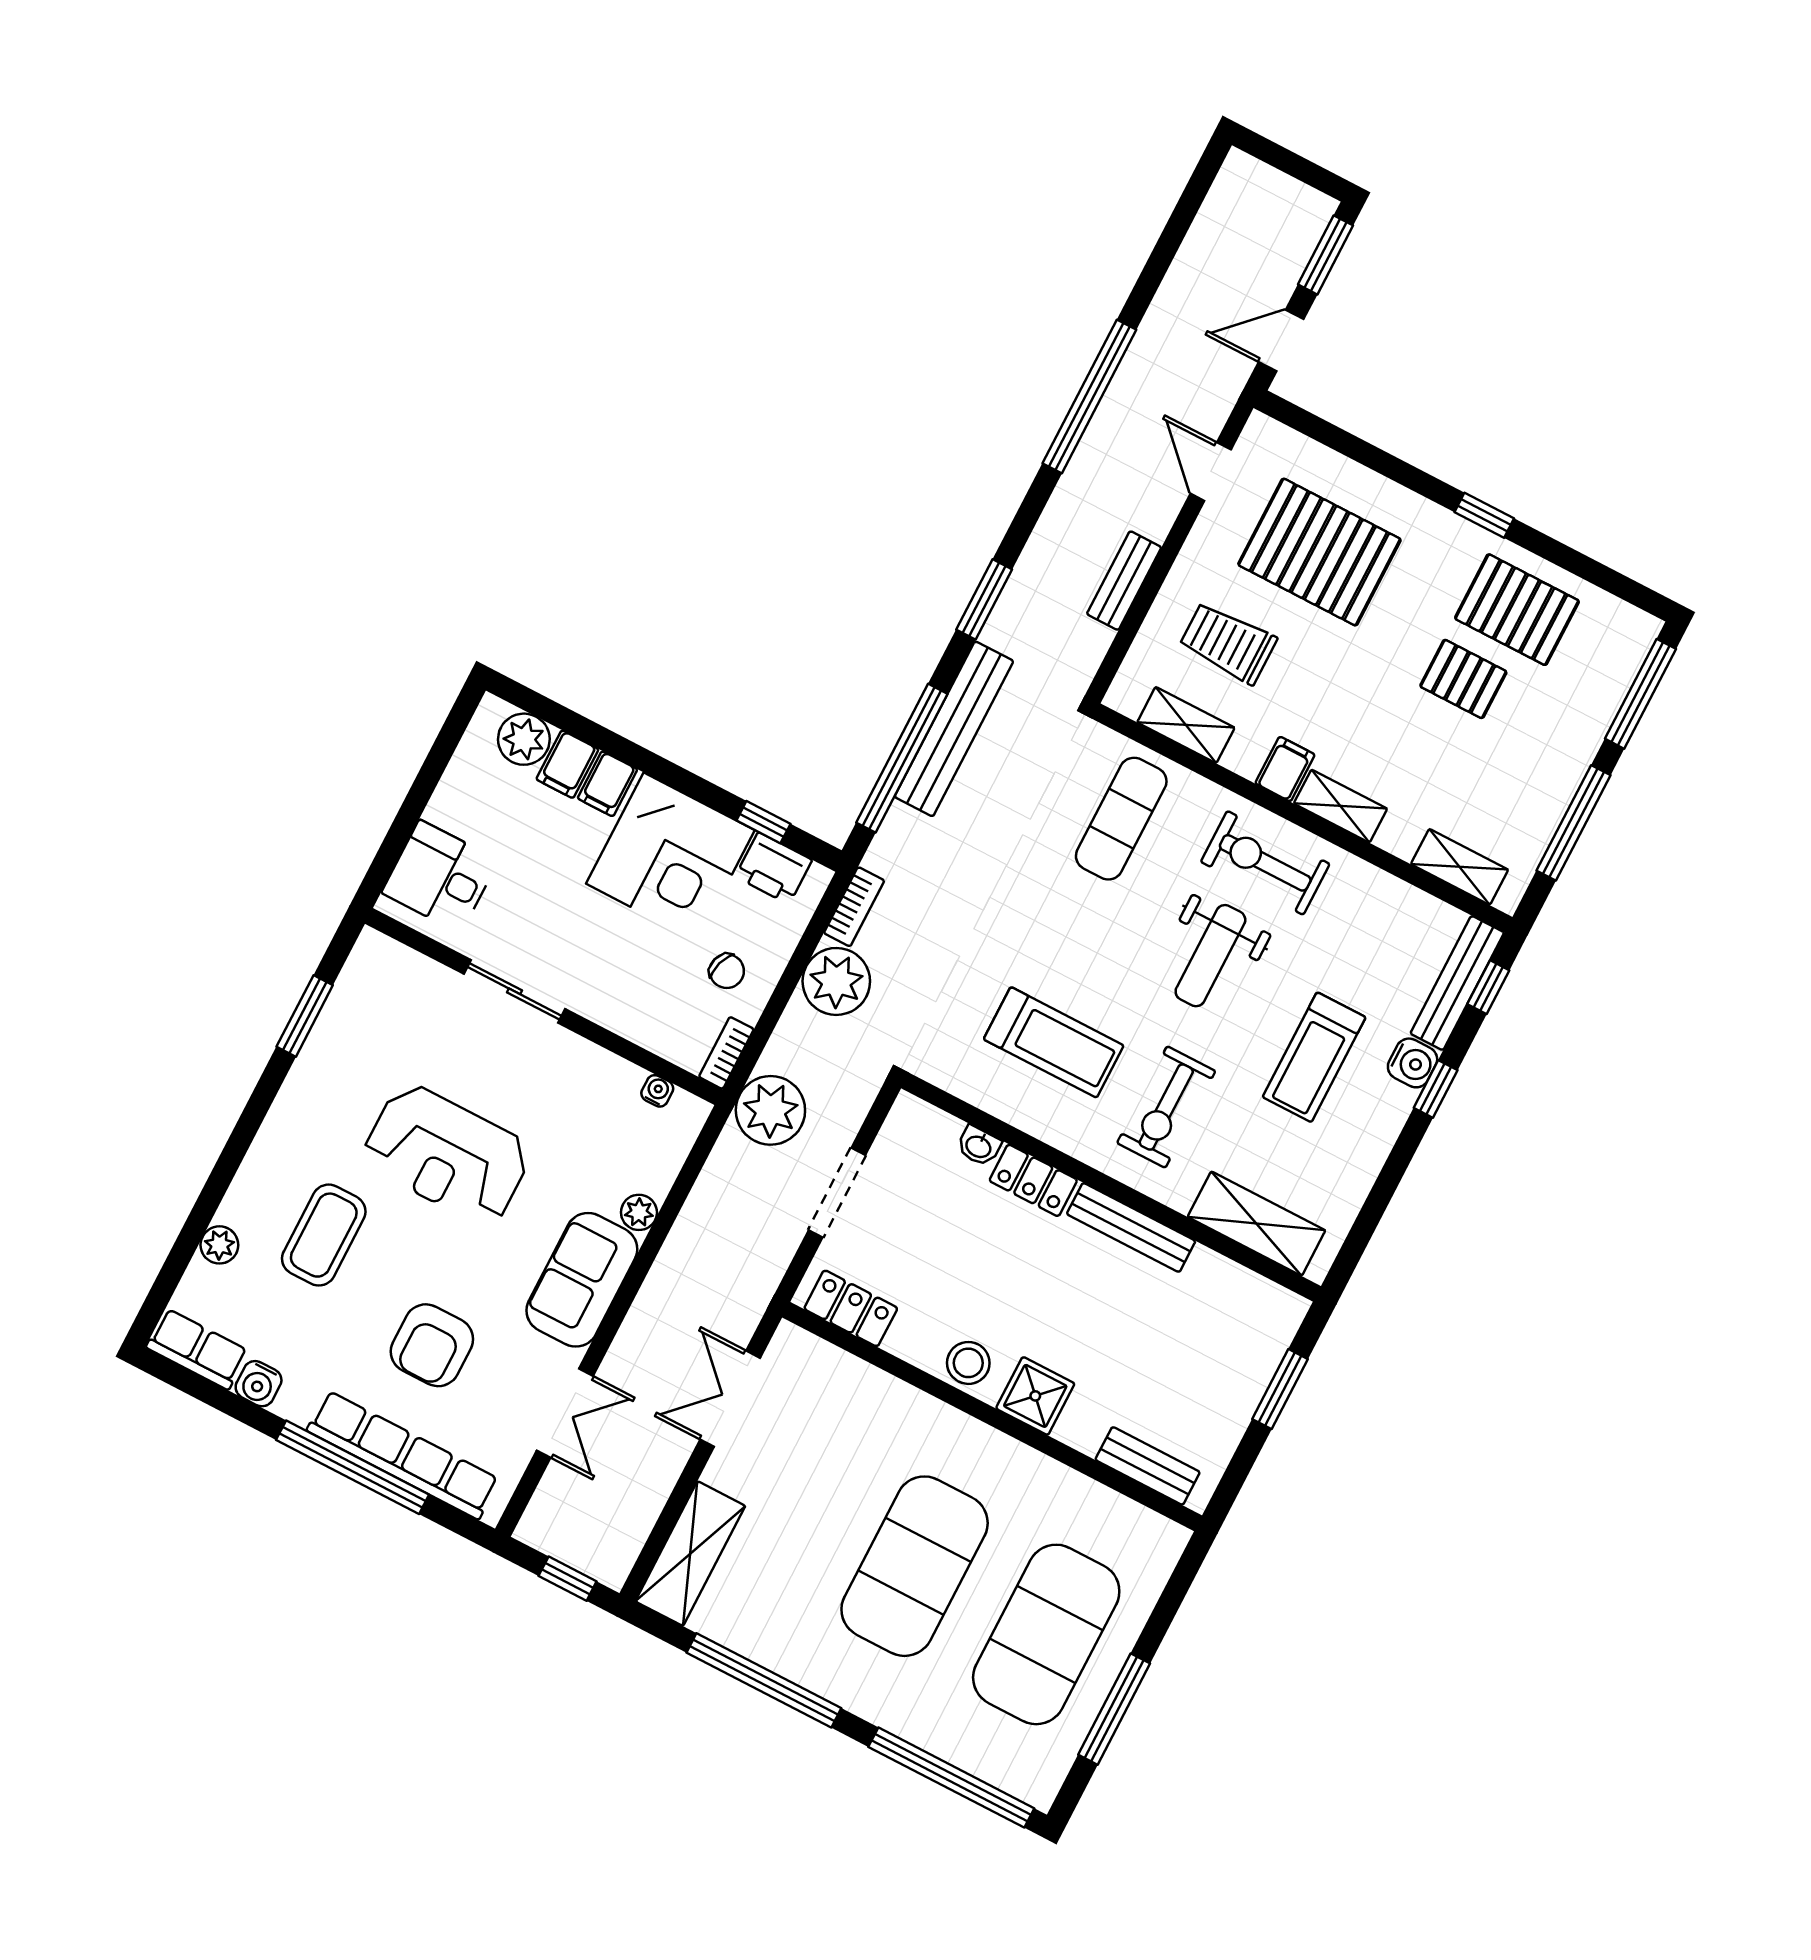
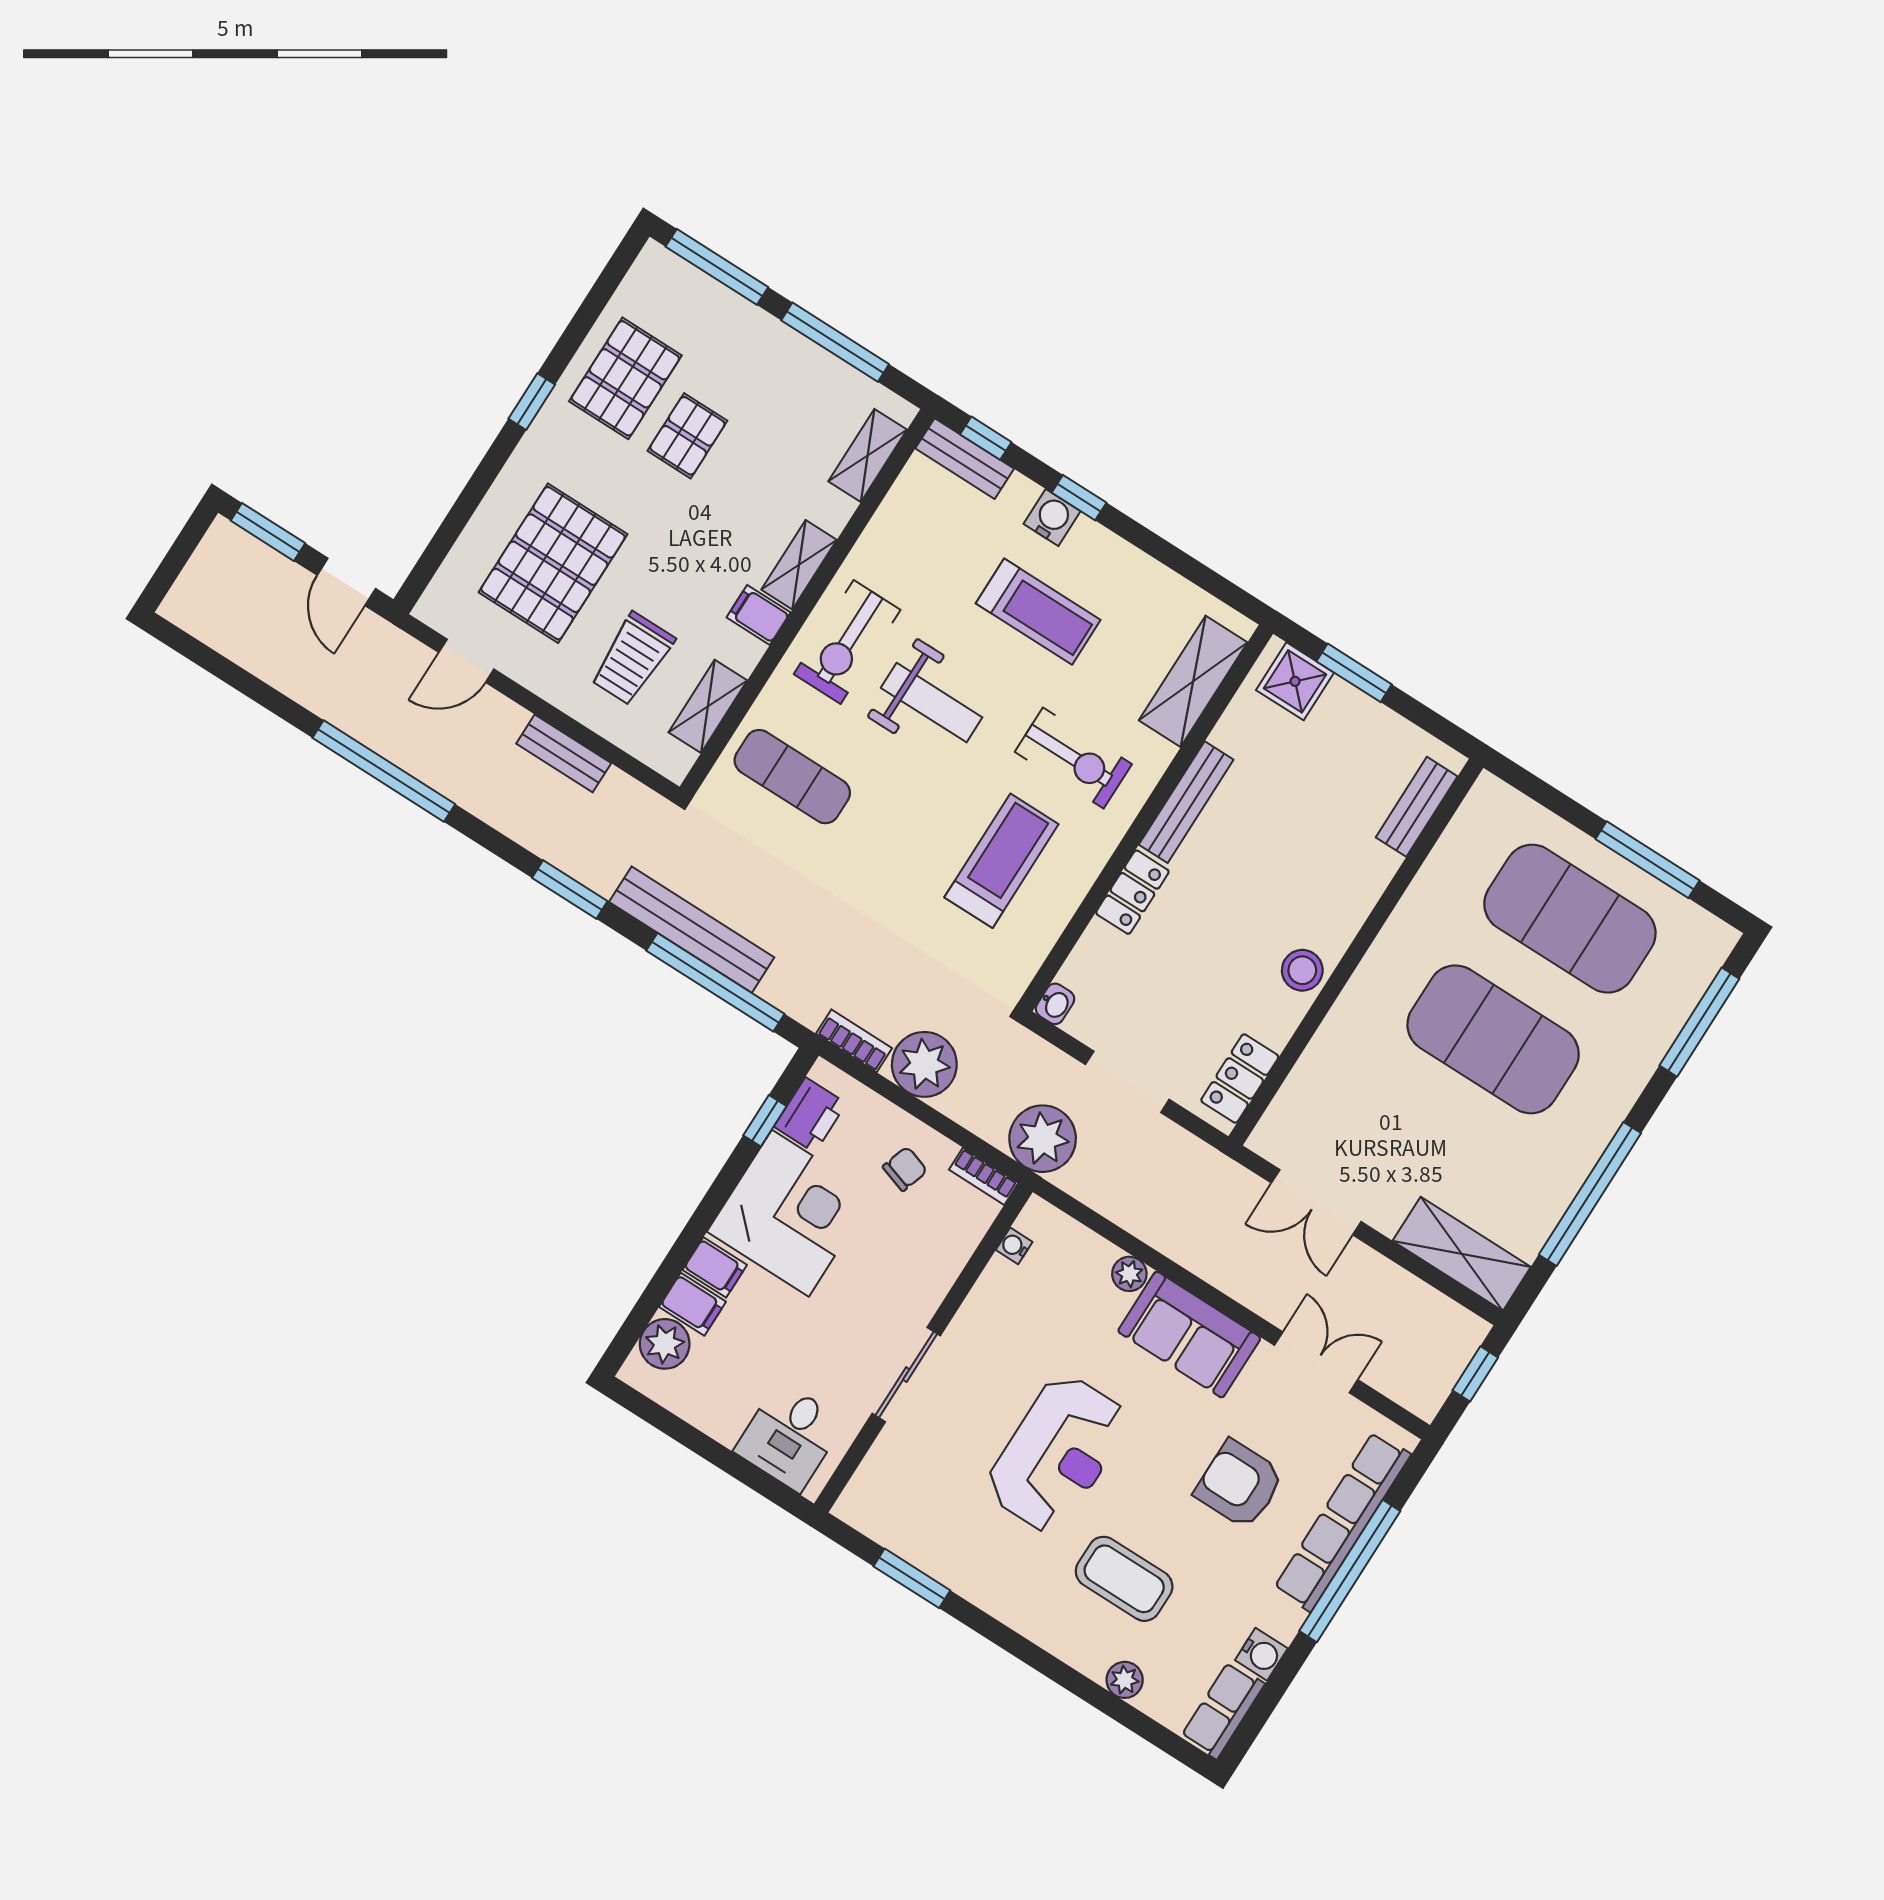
bench: (1457, 983) -> (965, 459), width x0.73
washbasin: (979, 1146) -> (1055, 1004), moved
armchair: (432, 1345) -> (1239, 1484), turned 180
shower: (1035, 1396) -> (1295, 681), moved
window: (951, 1778) -> (1699, 1022), width x0.68

